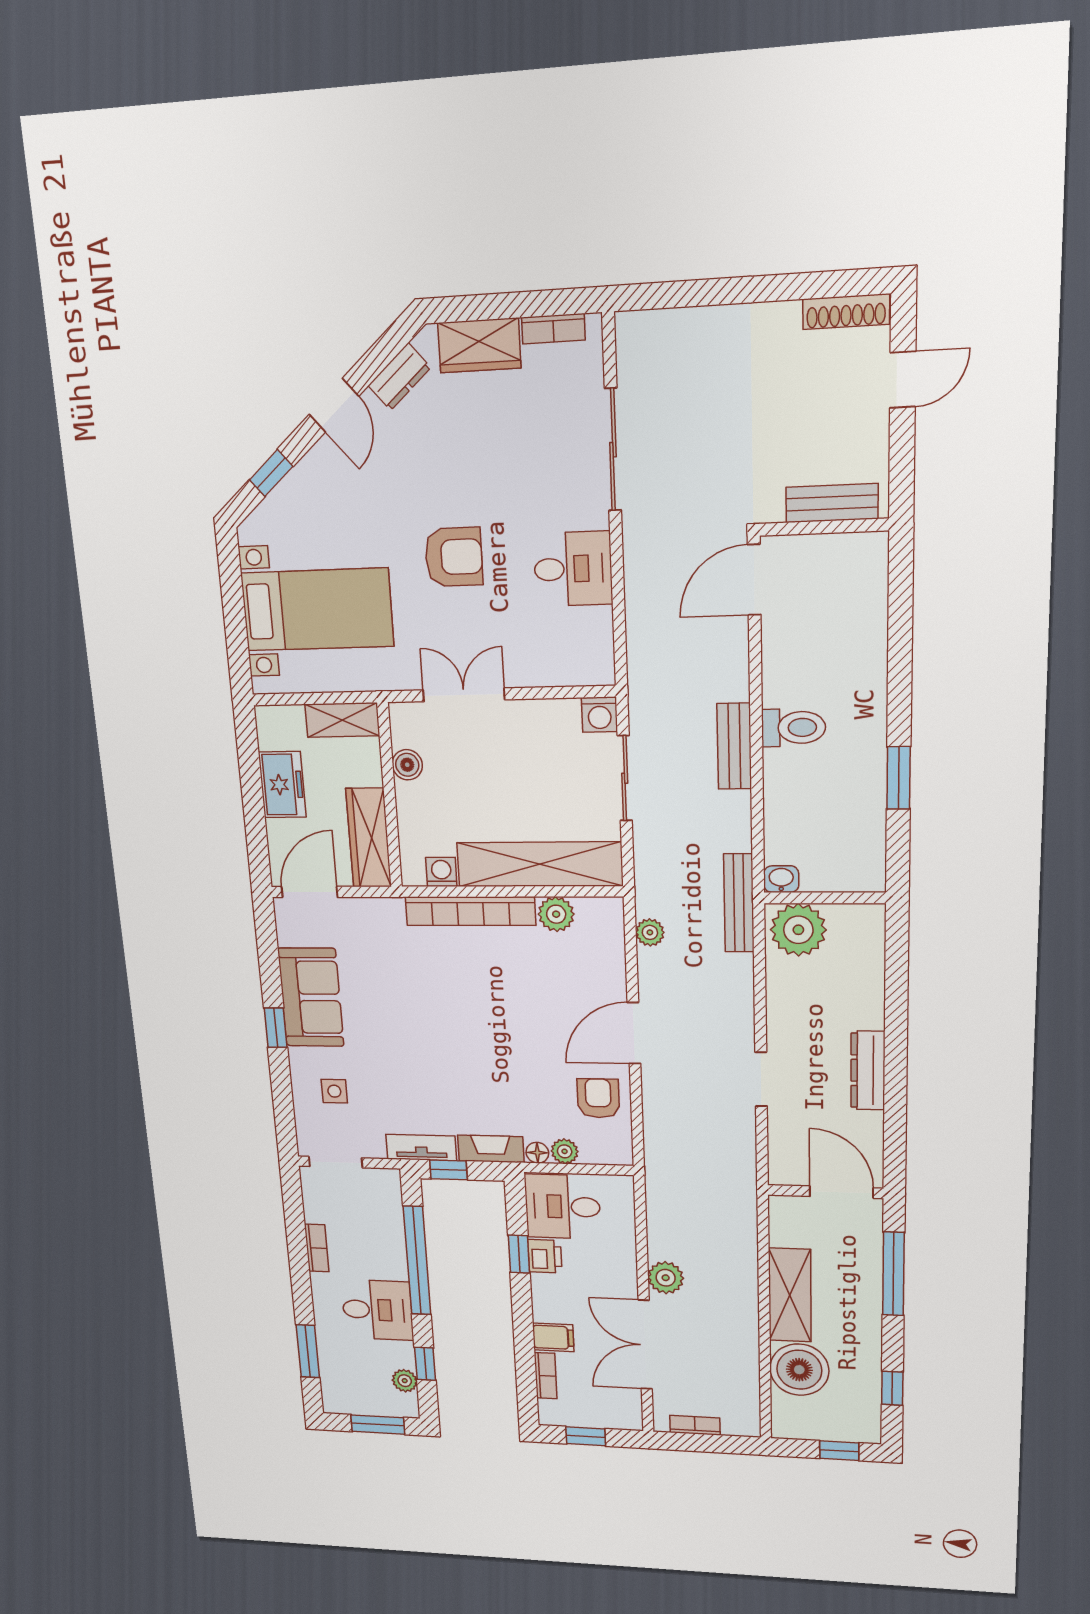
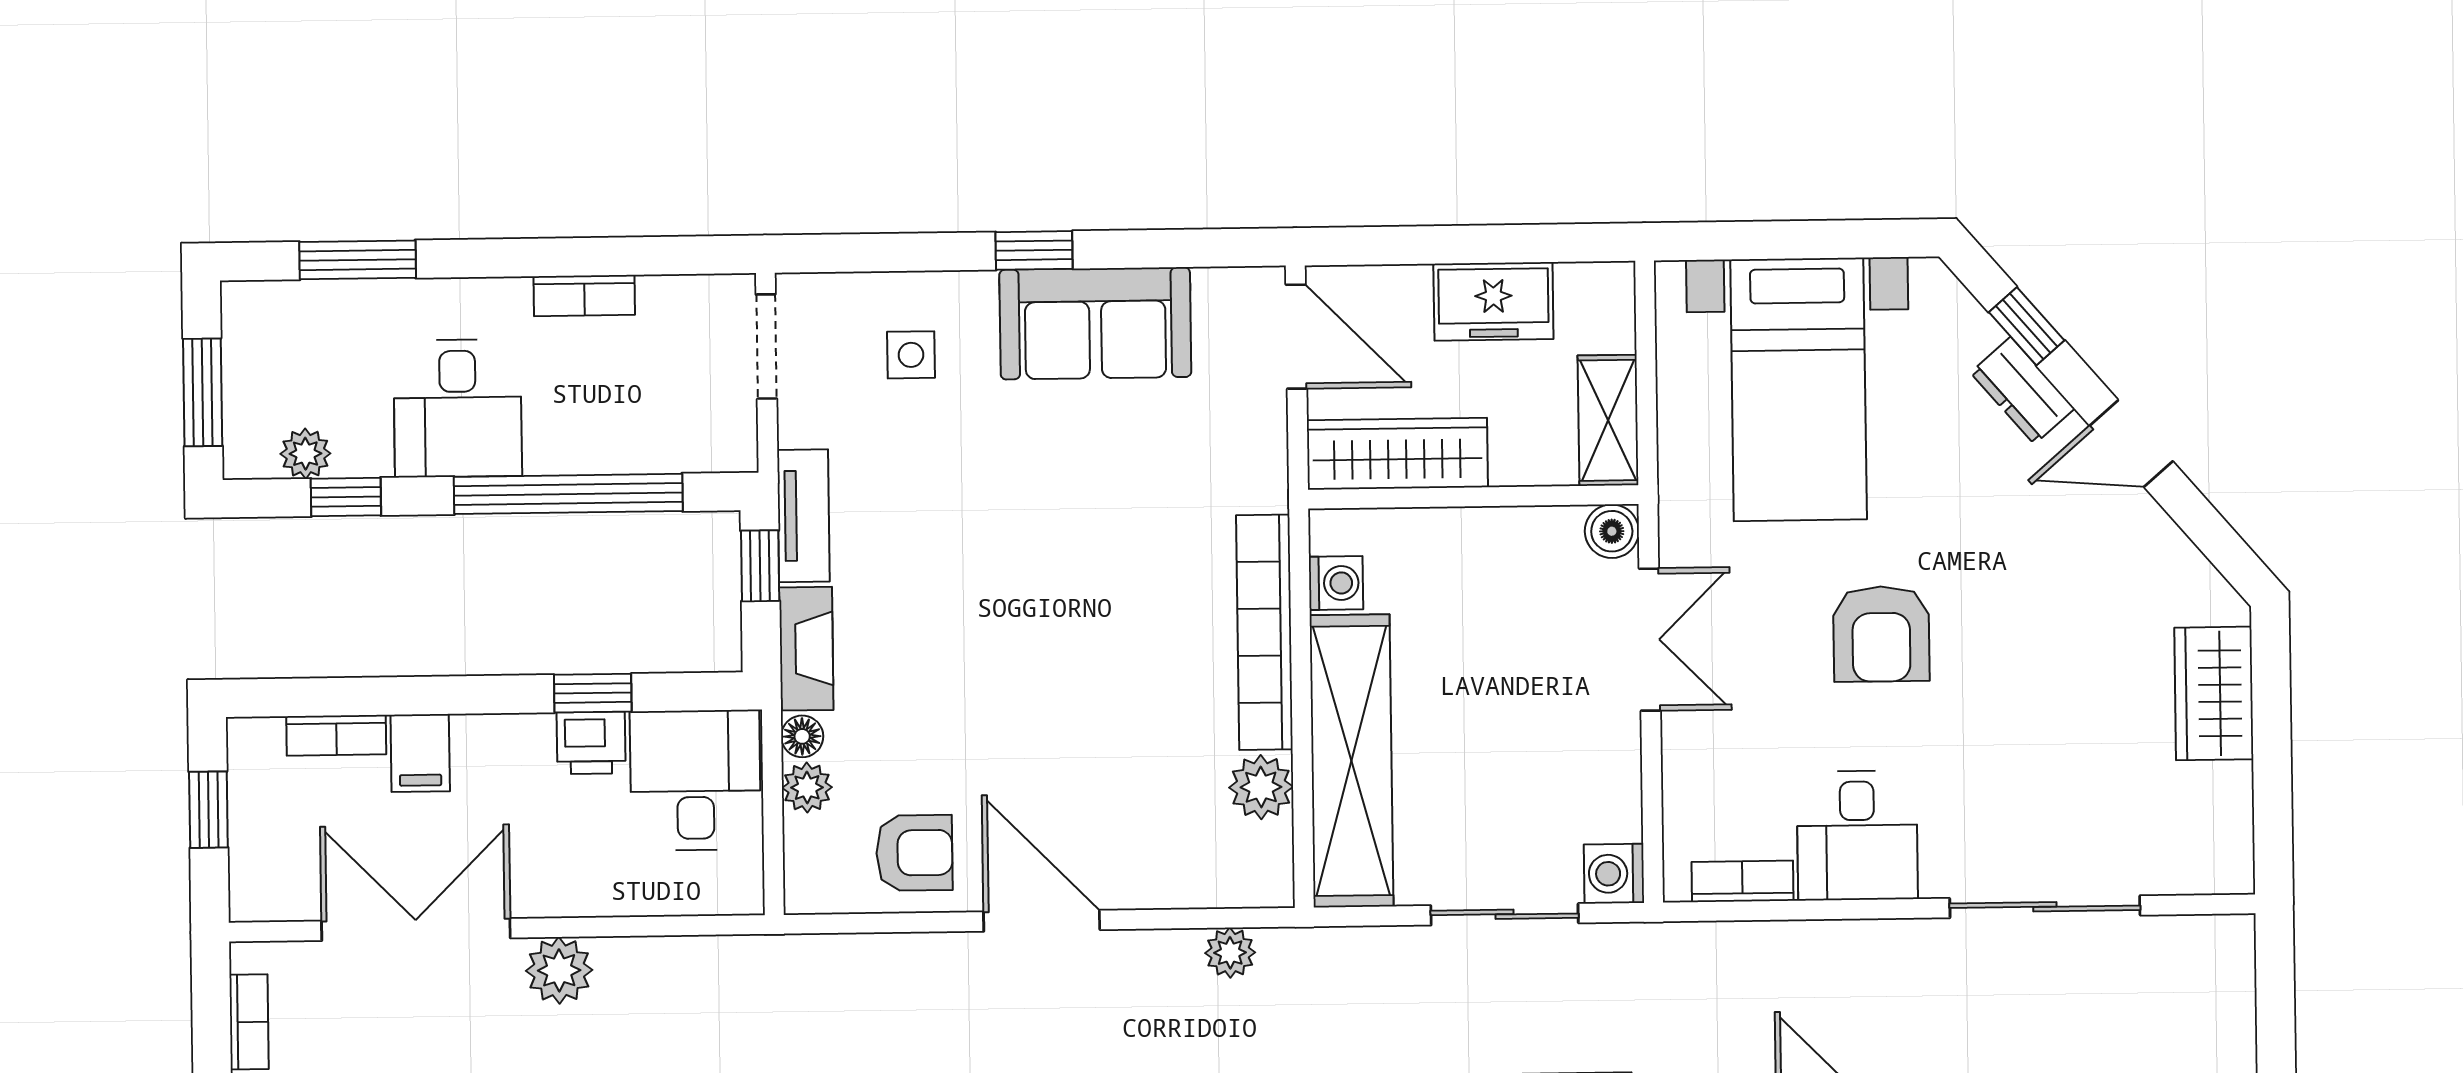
bookcase: (553, 329) -> (1743, 881), moved, turned 90
dresser: (399, 377) -> (2022, 391), moved
boiler: (407, 765) -> (1612, 531), moved

